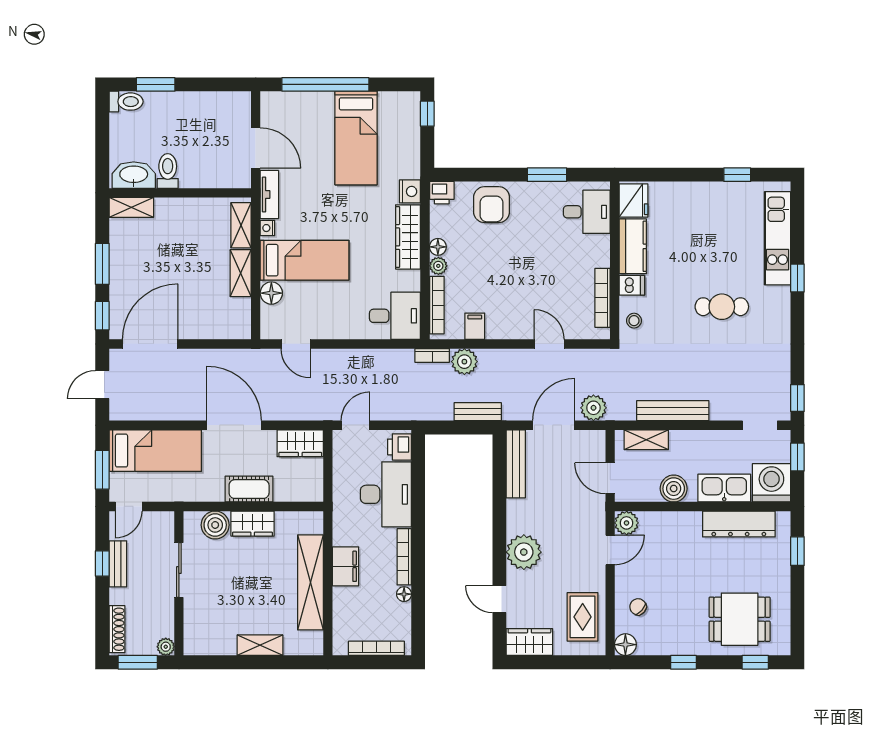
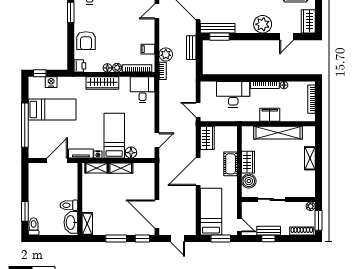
nightstand: (410, 191) -> (51, 82), moved
armchair: (492, 205) -> (86, 41), turned 90
printer: (400, 447) -> (209, 87), removed
window: (499, 467) -> (220, 37), added

